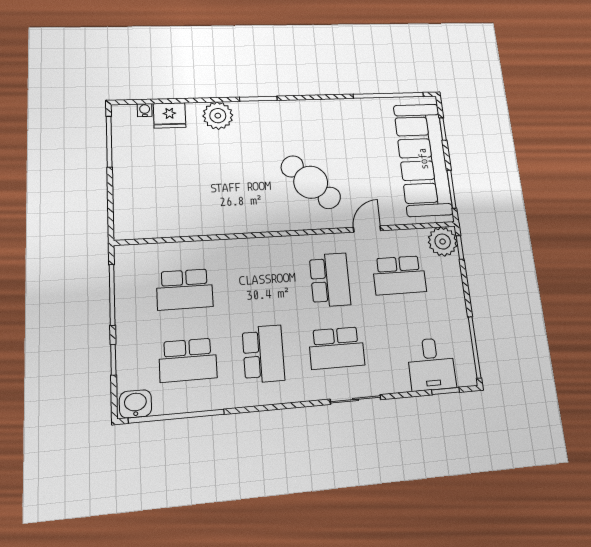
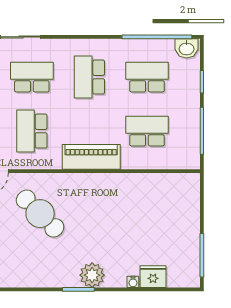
water cooler: (145, 110) -> (133, 282), moved
plant: (218, 116) -> (92, 275), moved
piano: (254, 253) -> (91, 157), added

